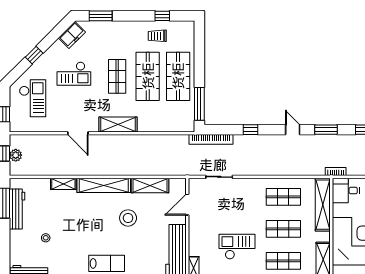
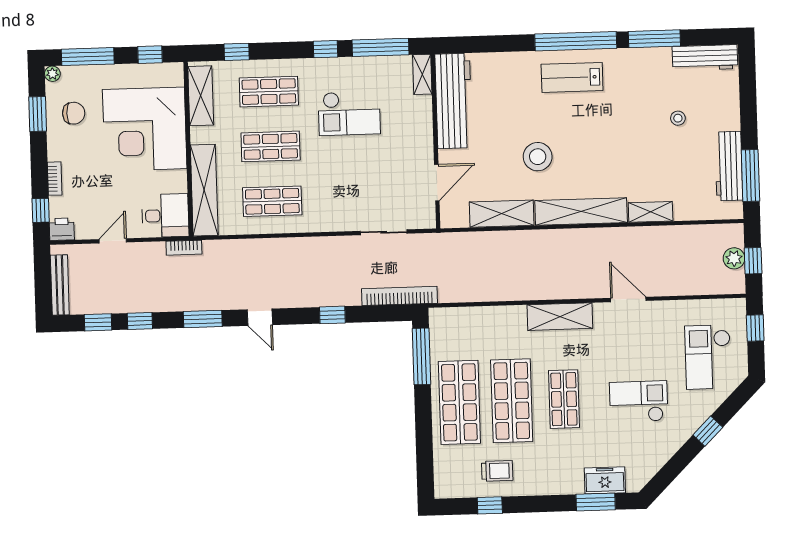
freezer: (72, 35) -> (605, 480), moved, turned 45

